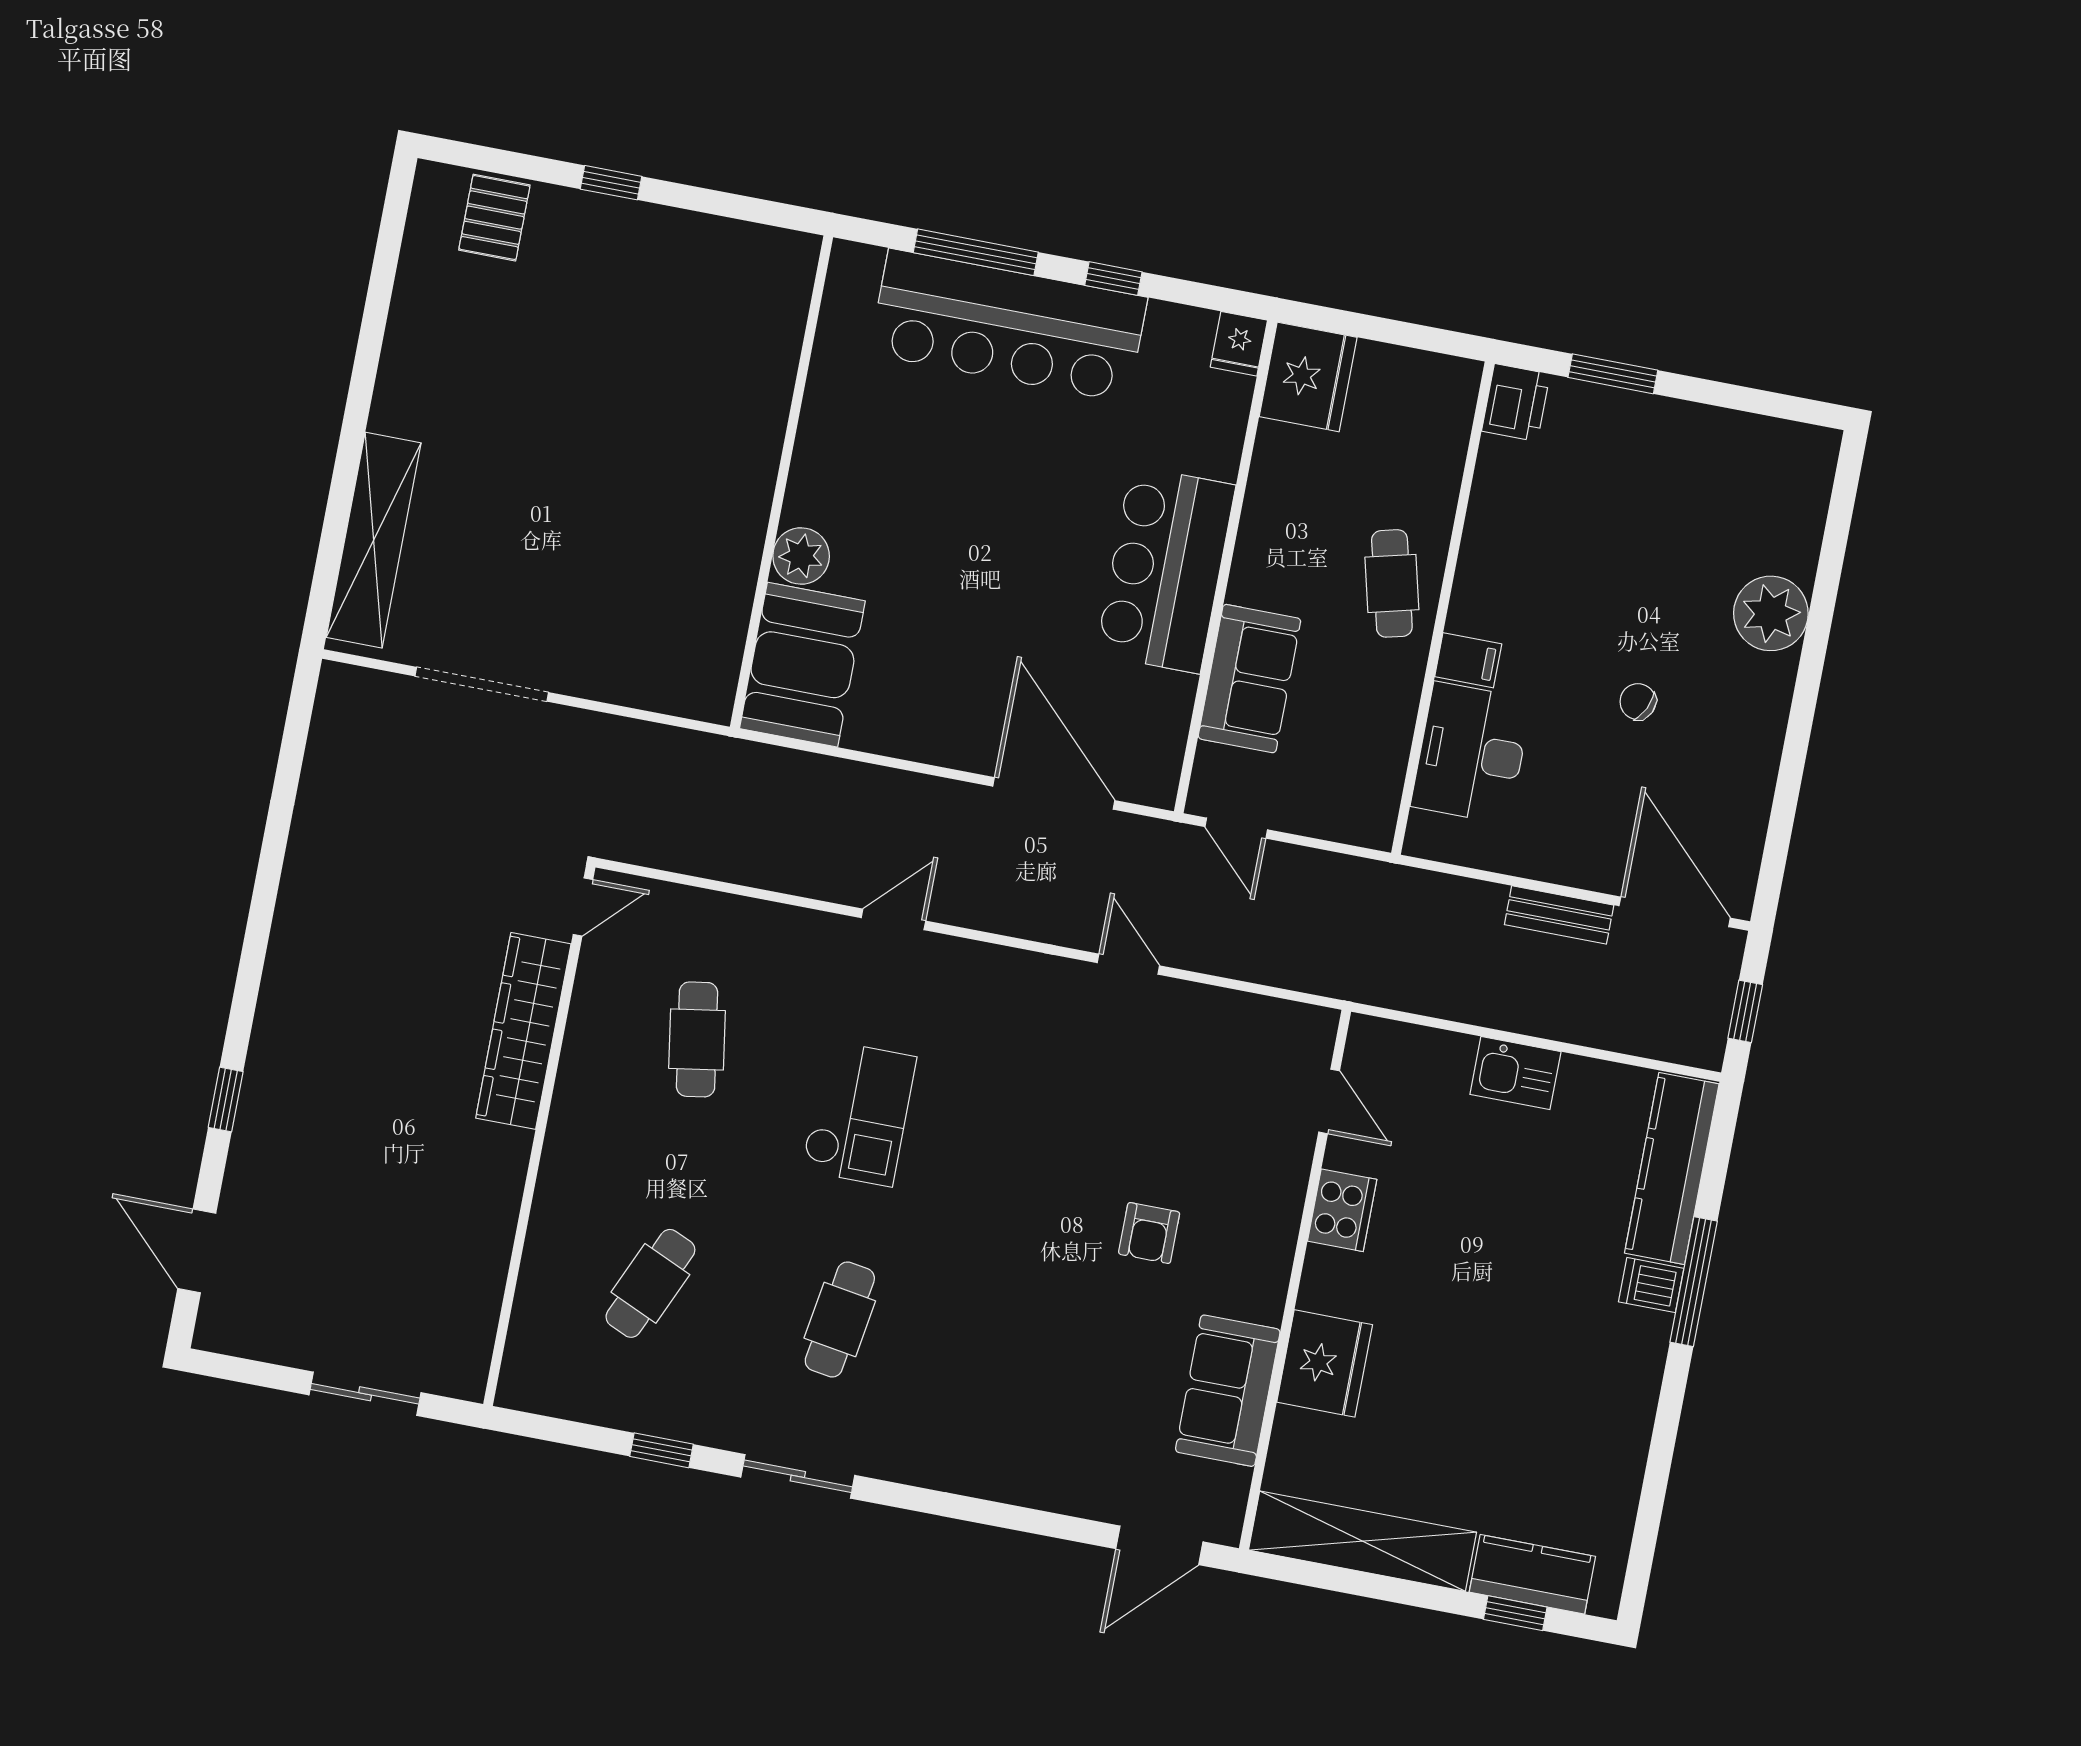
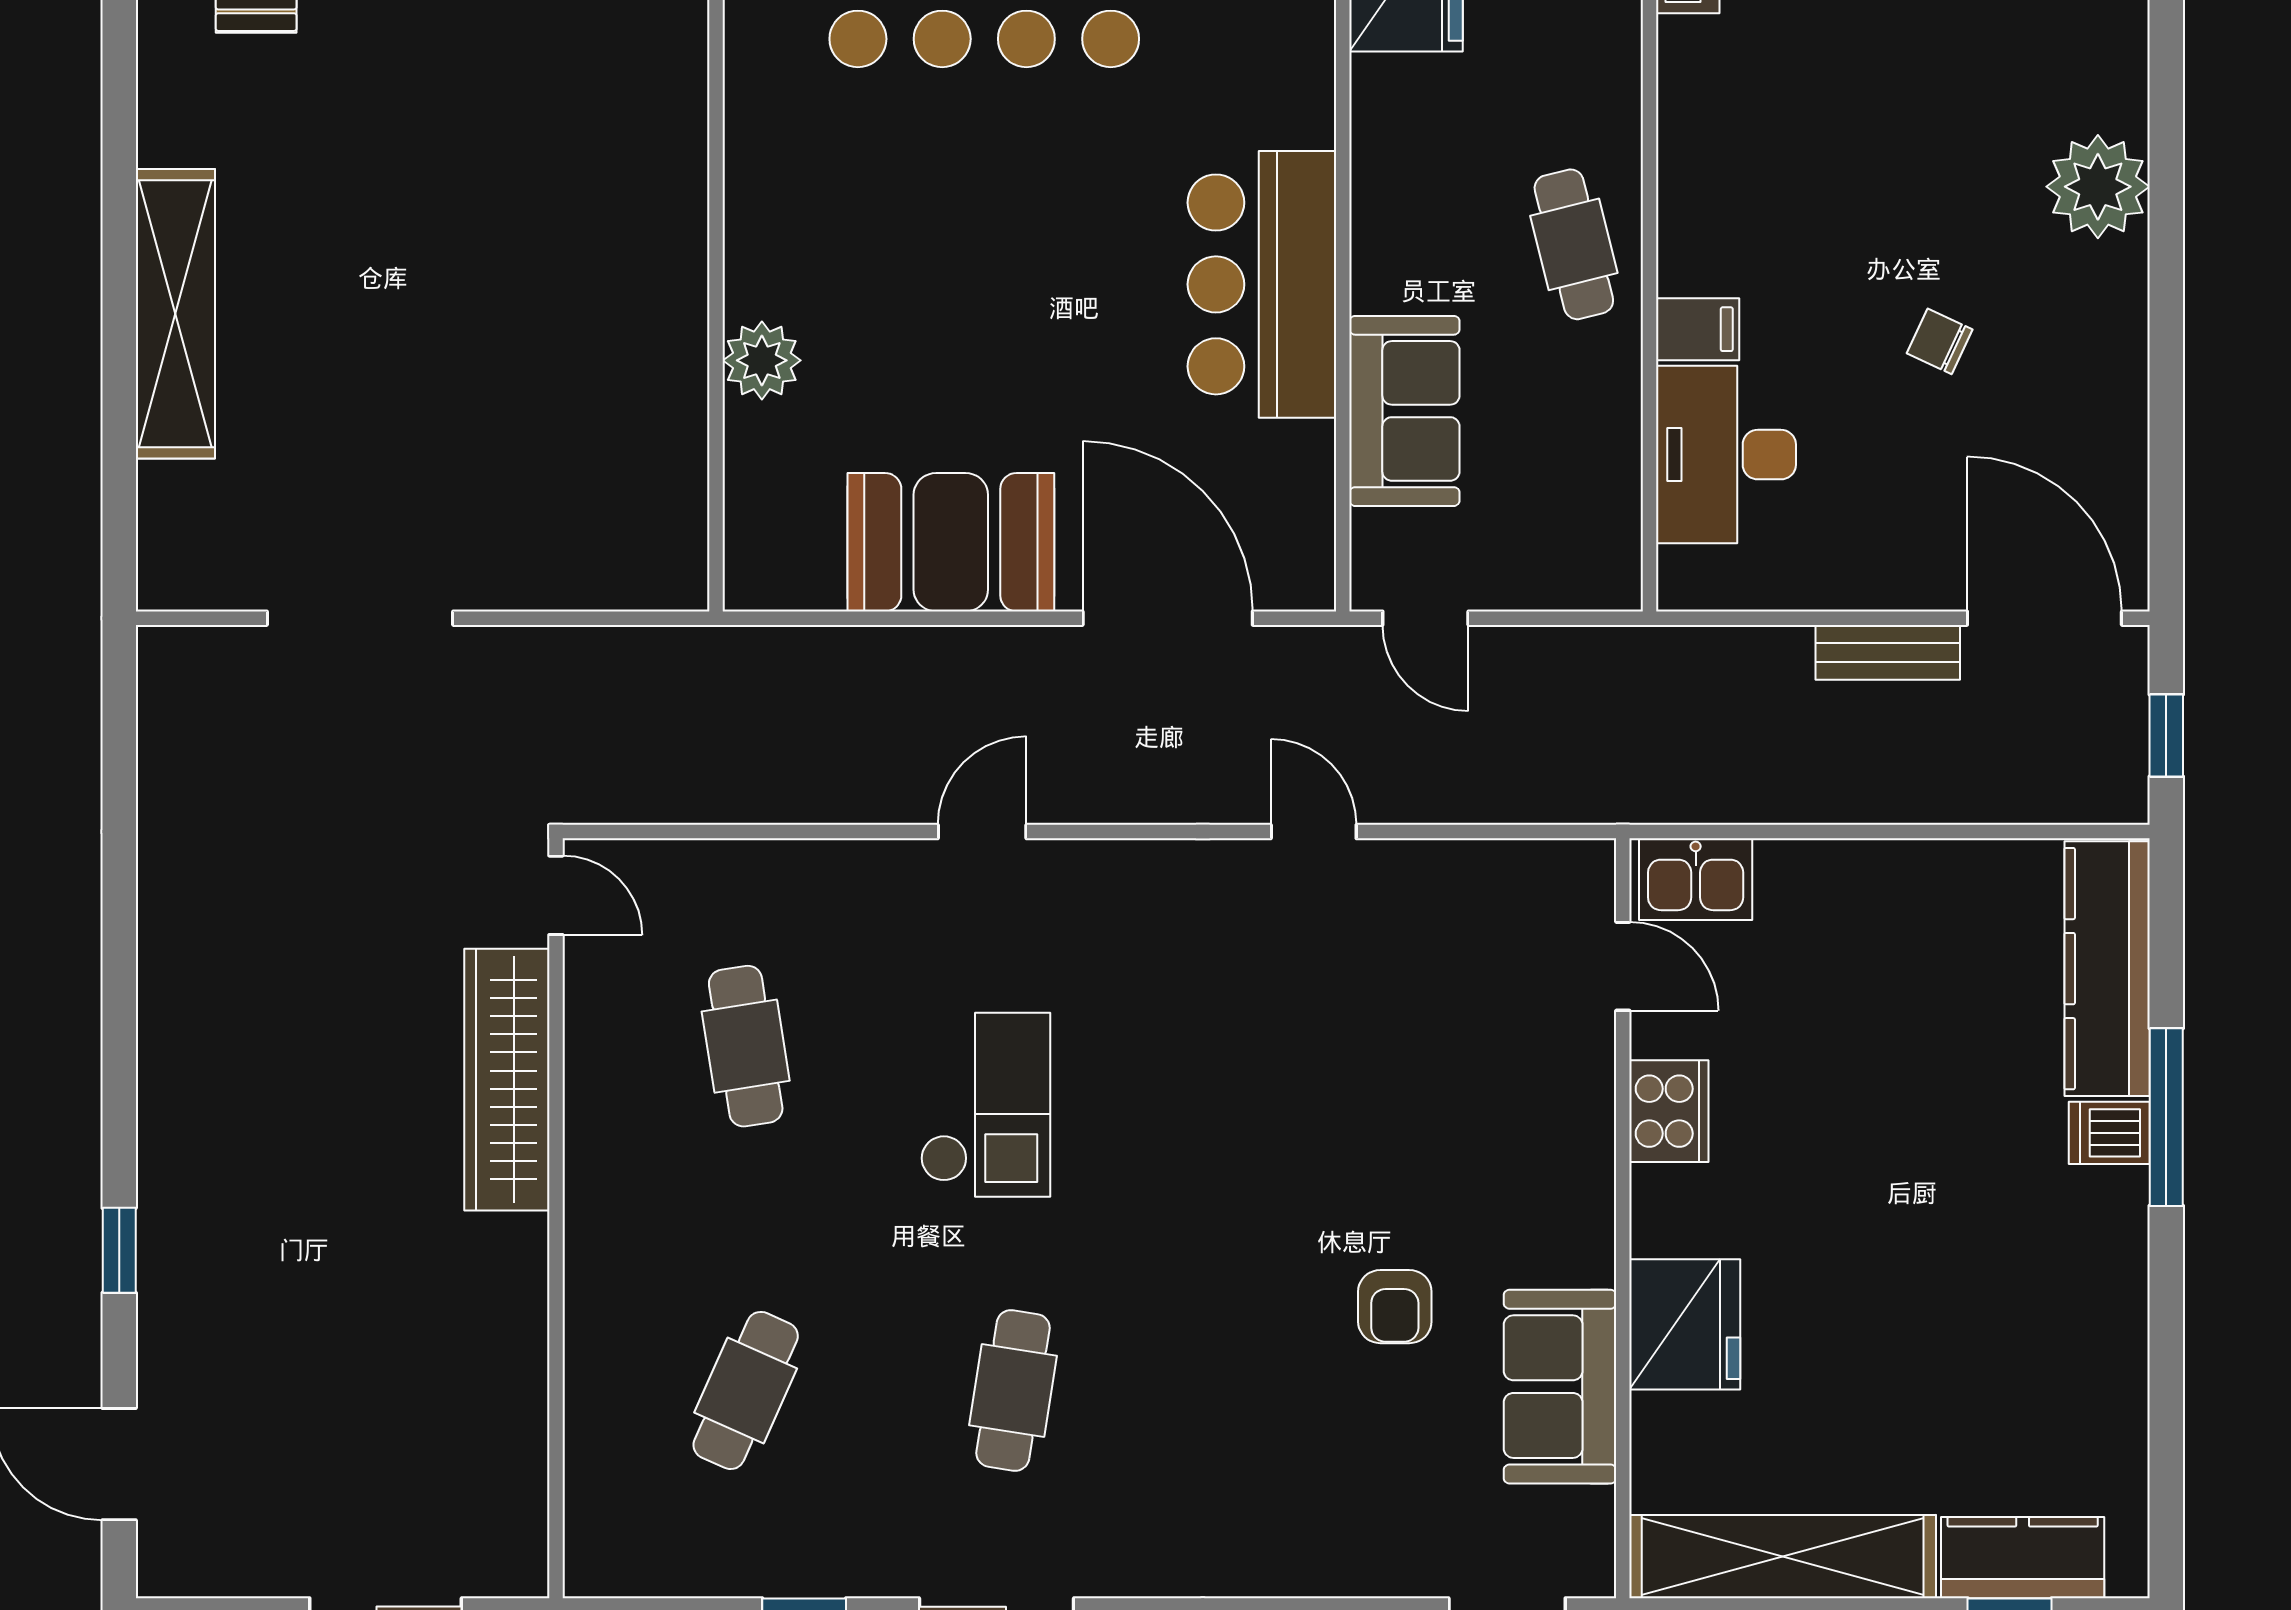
shelving: (374, 540) -> (175, 314), moved
booth: (802, 665) -> (951, 542), moved, turned 90
door: (583, 907) -> (556, 895), hinge flipped
kitchen sink: (1515, 1073) -> (1696, 879), moved
armchair: (1149, 1233) -> (1395, 1307), moved

